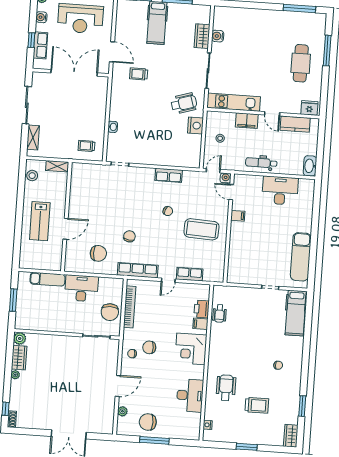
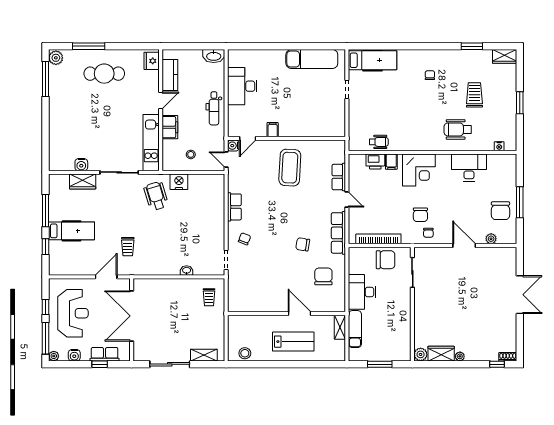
plant: (318, 19) -> (56, 58), added
shelving: (57, 166) -> (340, 327), moved
chair: (168, 211) -> (244, 239), moved

